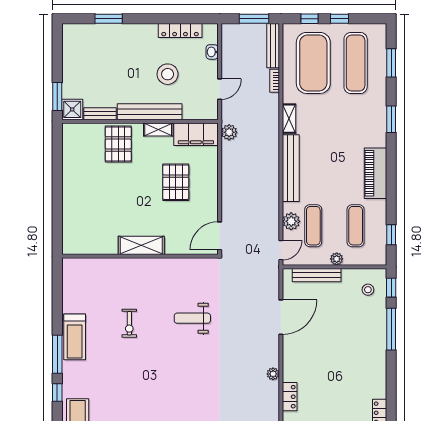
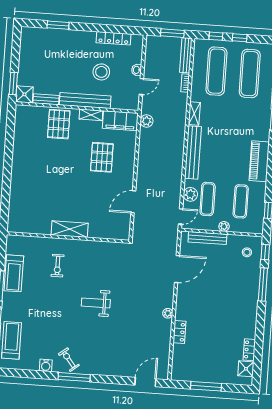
washbasin: (212, 52) -> (137, 70), moved
exercise mat: (313, 63) -> (216, 71), width x0.68
shelving: (141, 245) -> (70, 229), moved
wall: (140, 256) -> (68, 237), moved
weight bench: (192, 318) -> (96, 303), moved

